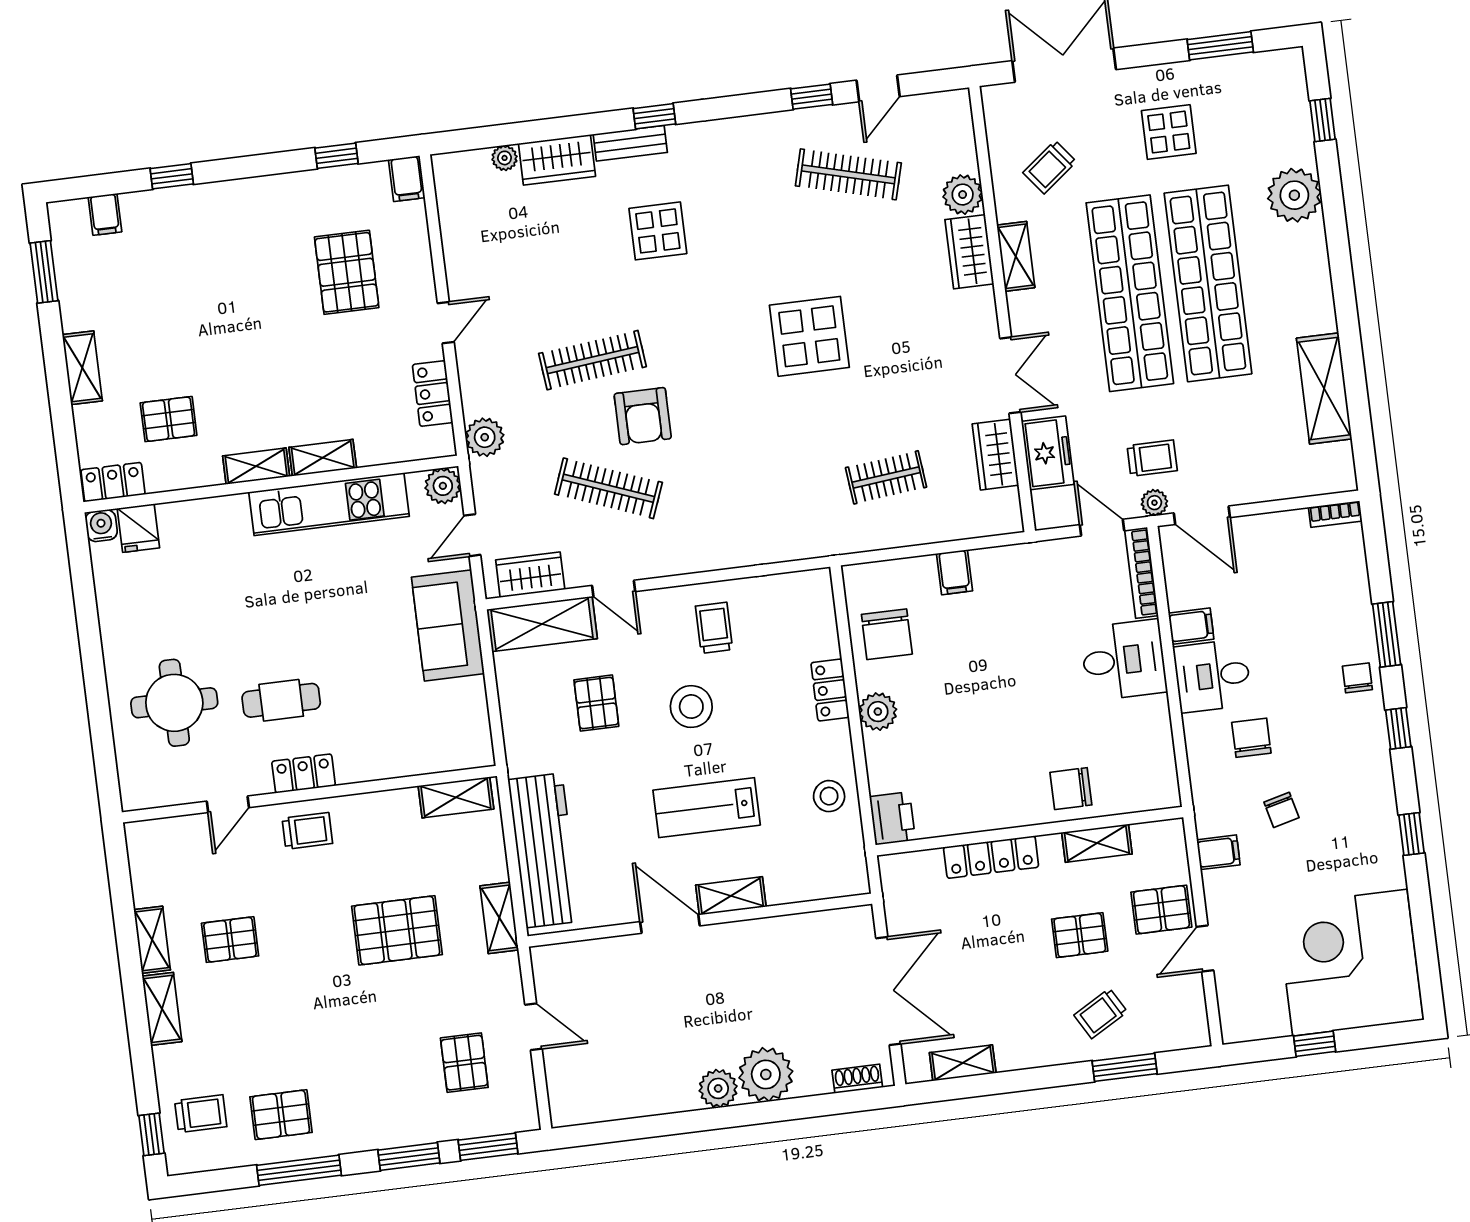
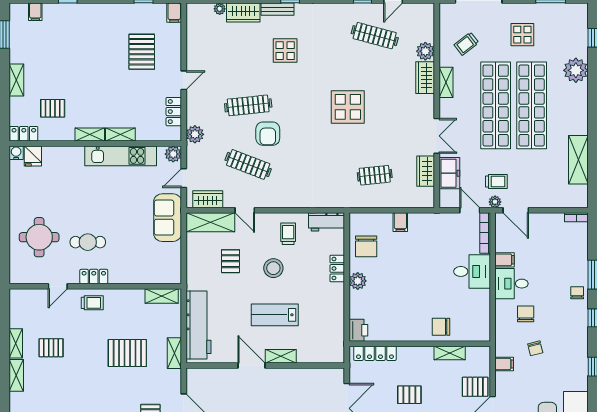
workbench: (794, 592) -> (326, 222), added
stool: (829, 796) -> (331, 317), removed
locker: (991, 857) -> (375, 353), moved
pallet: (1080, 935) -> (409, 395), moved

